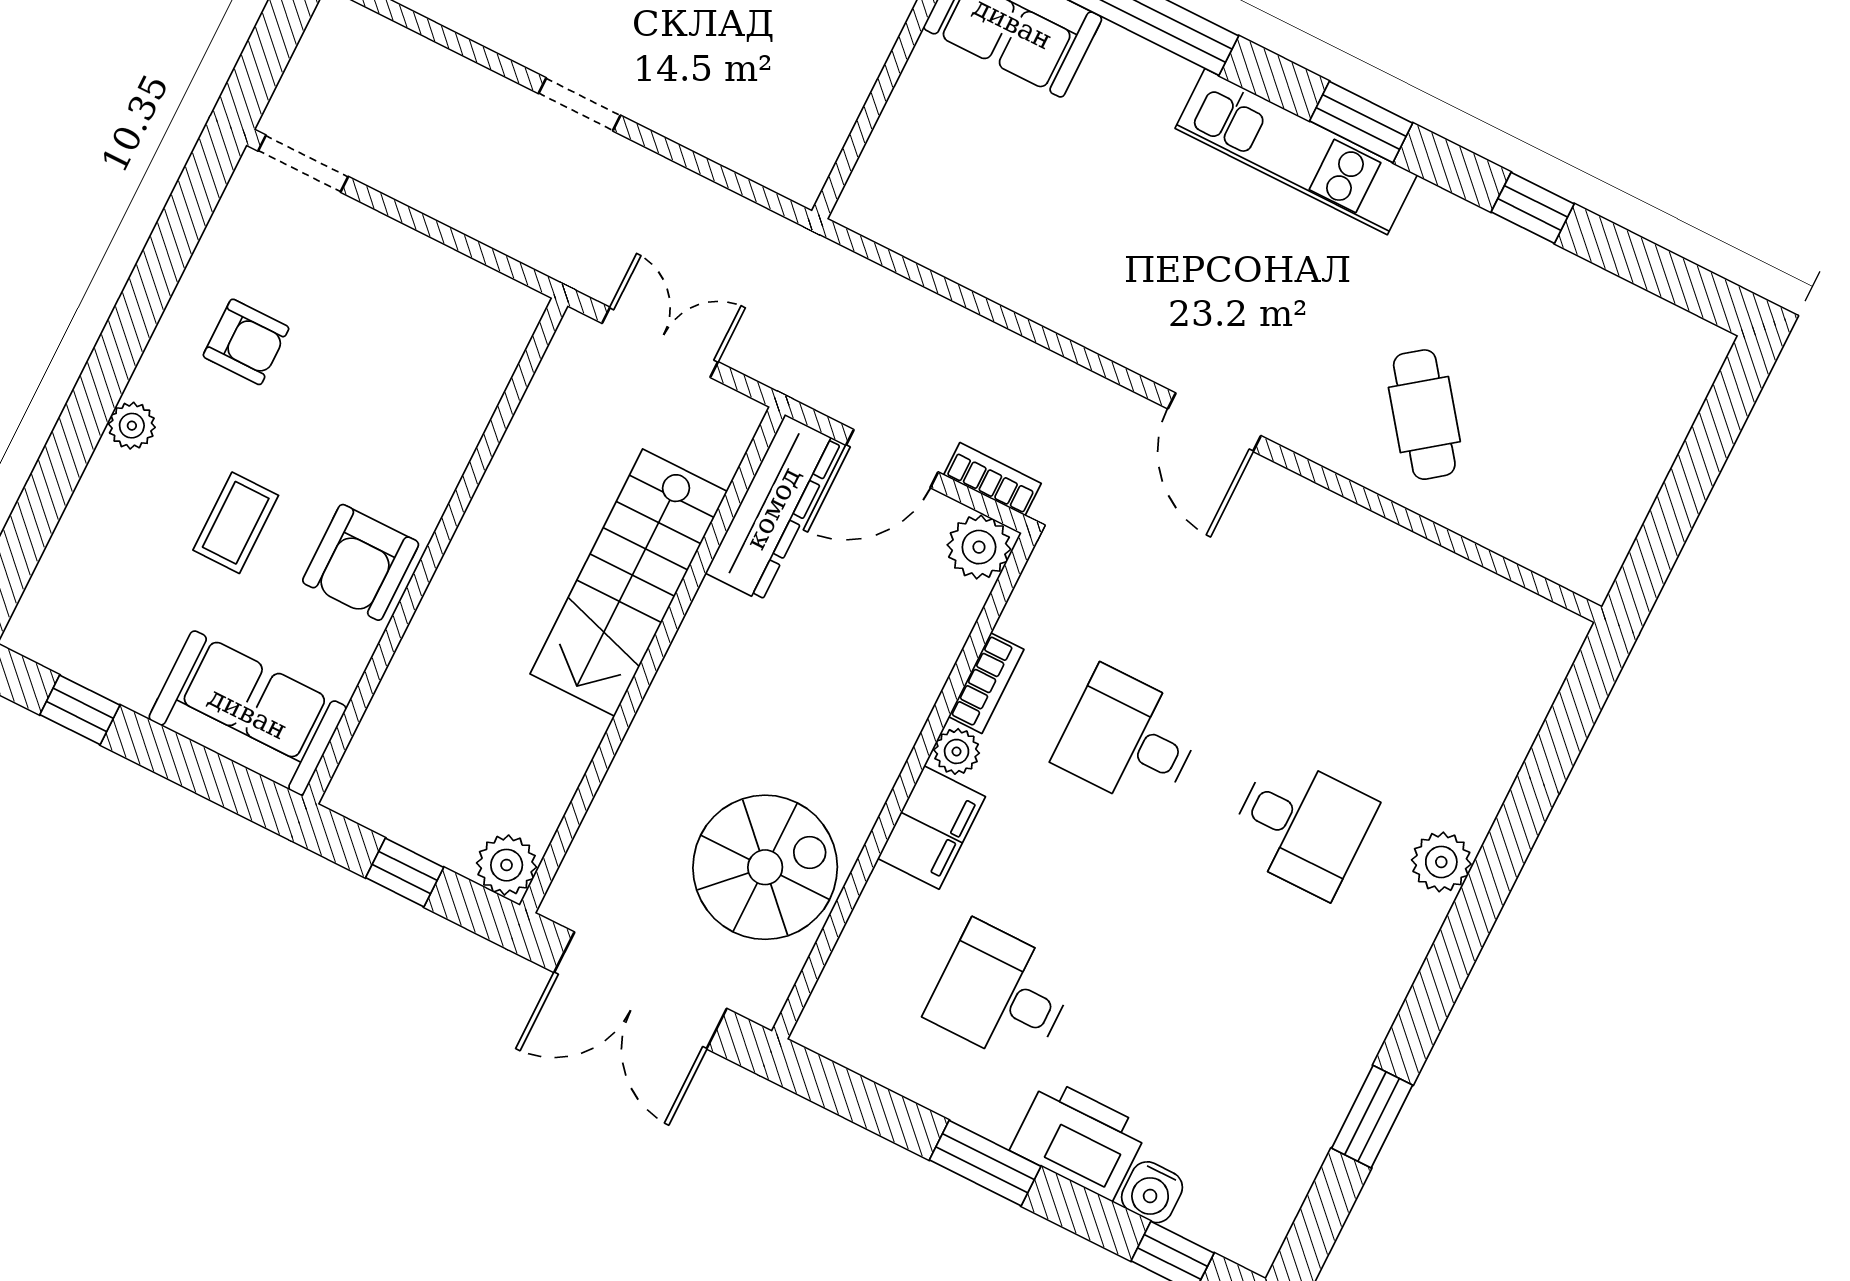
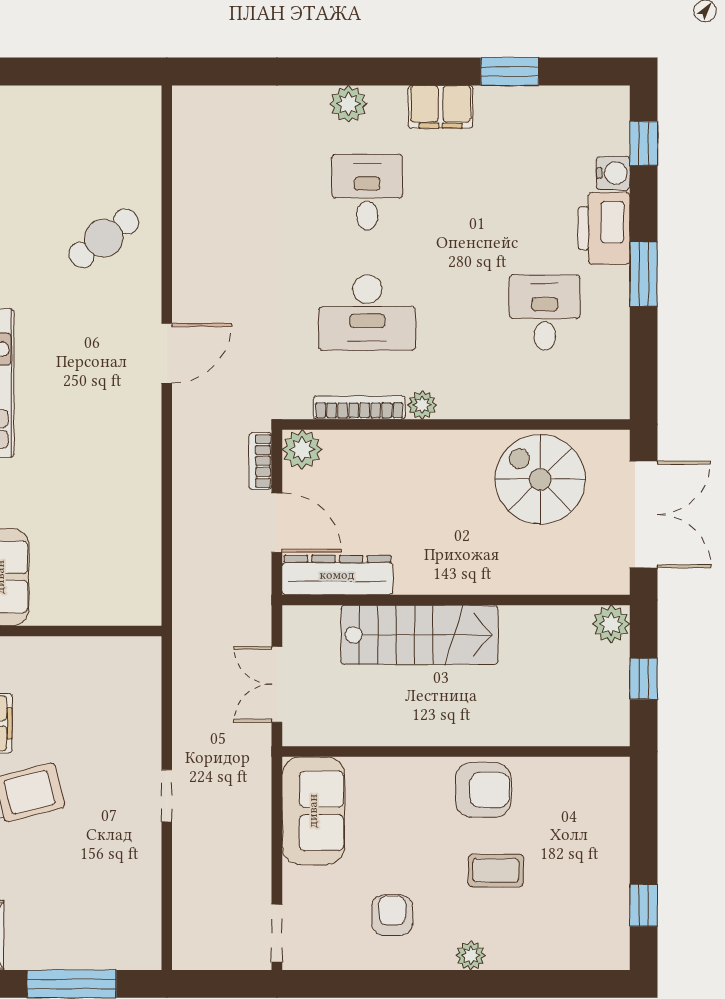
bookcase: (986, 683) -> (359, 408), width x1.56
sofa: (248, 713) -> (313, 811), moved, turned 180
desk: (1129, 739) -> (367, 313), width x1.37
filing cabinet: (931, 827) -> (441, 107), moved, turned 180
desk: (1001, 994) -> (545, 313), turned 180

